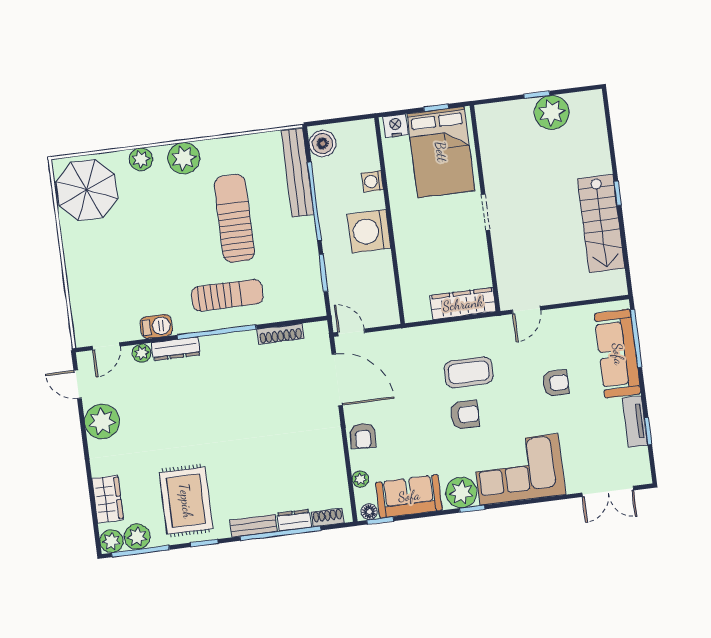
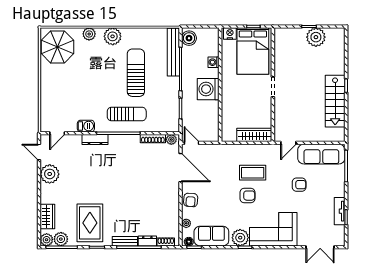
plant: (142, 353) -> (171, 140), moved
sofa: (618, 354) -> (321, 154), moved, turned -90

